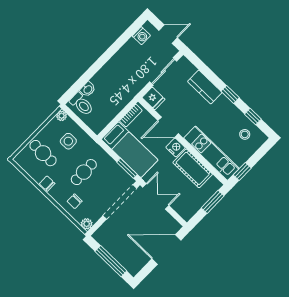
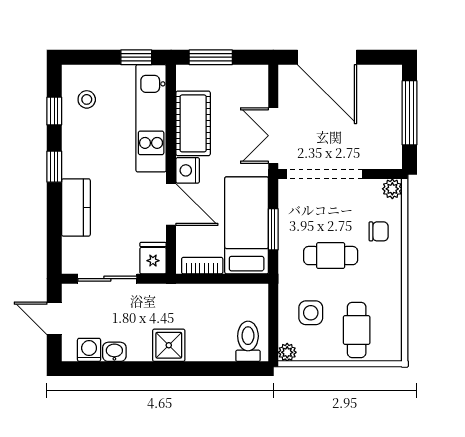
shower: (112, 70) -> (169, 345), added
washbasin: (88, 89) -> (114, 352), moved
window: (127, 168) -> (273, 229), moved
chair: (47, 184) -> (390, 288), removed

